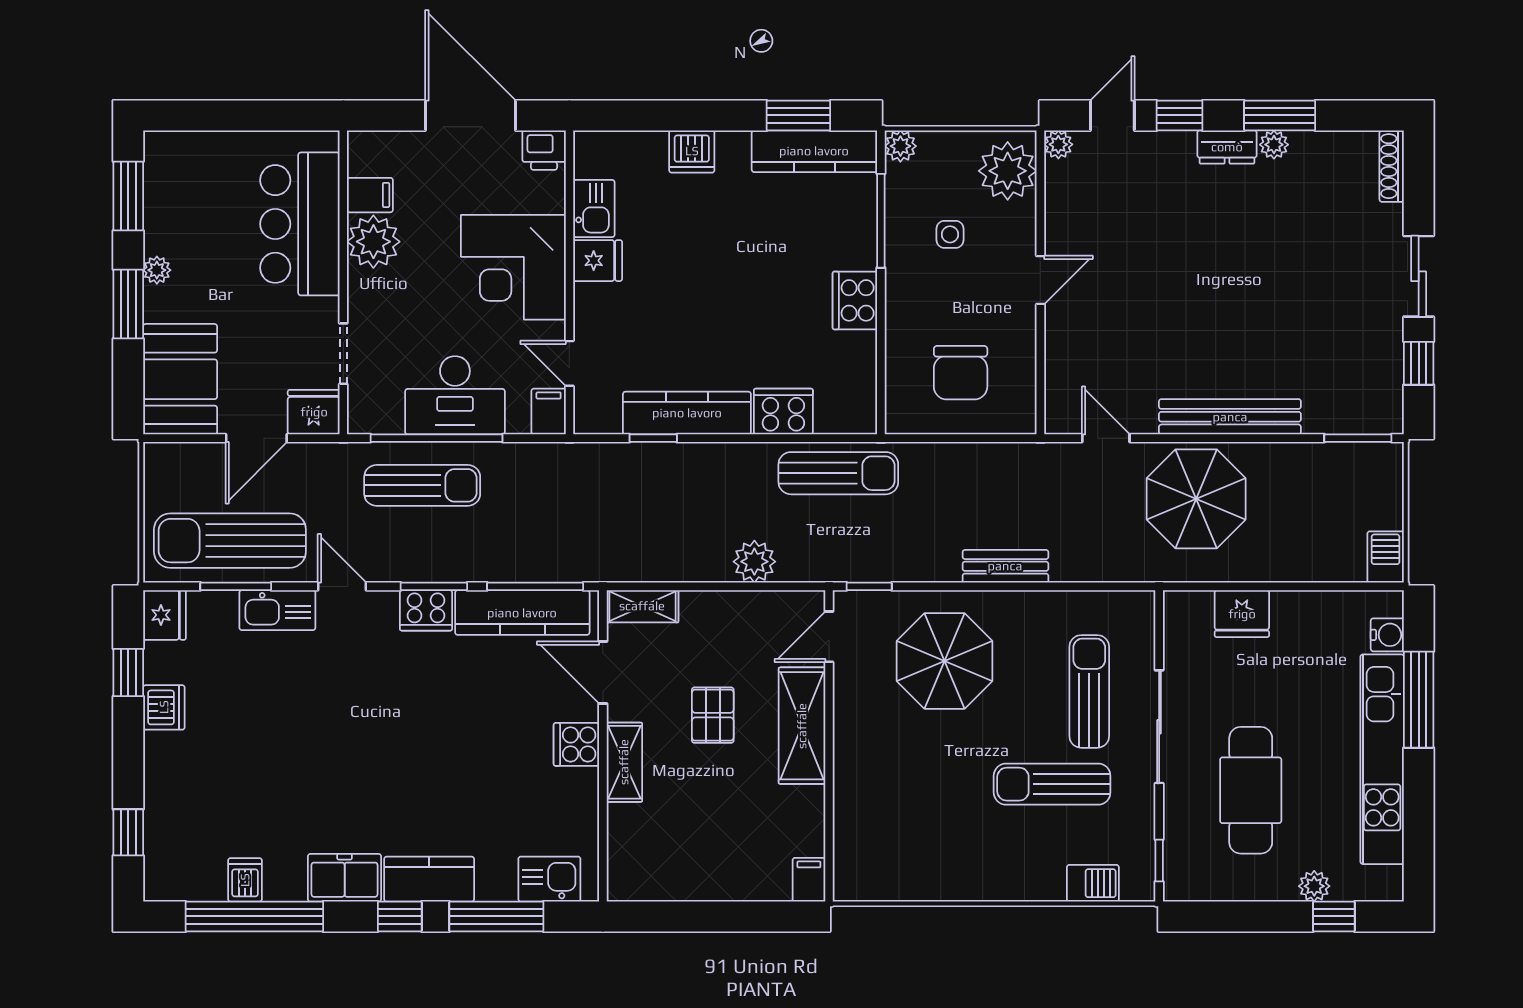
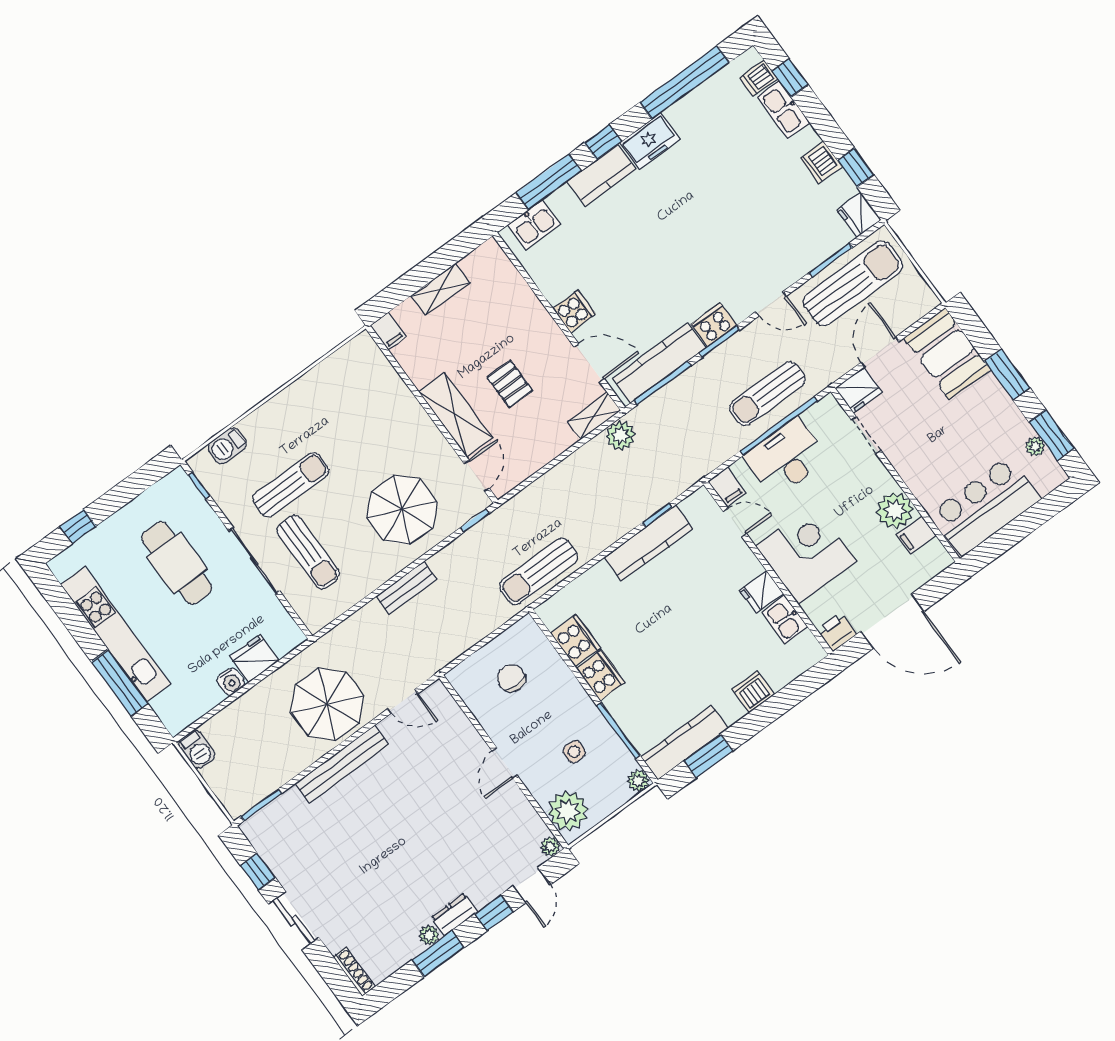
bar counter: (300, 224) -> (986, 506), moved, turned -90
plant: (157, 270) -> (1035, 446), moved
chair: (961, 373) -> (511, 678), width x0.73, depth x0.73
cooker: (783, 412) -> (575, 641), moved, turned -90
plant: (754, 562) -> (620, 435), moved
kitchen sink: (277, 610) -> (783, 110), moved, turned -90
water cooler: (1387, 635) -> (231, 682), moved, turned -90
shelving: (624, 762) -> (441, 289), moved, turned 90
dishwasher: (245, 880) -> (759, 78), moved, turned 90
plant: (1314, 886) -> (102, 535), removed

